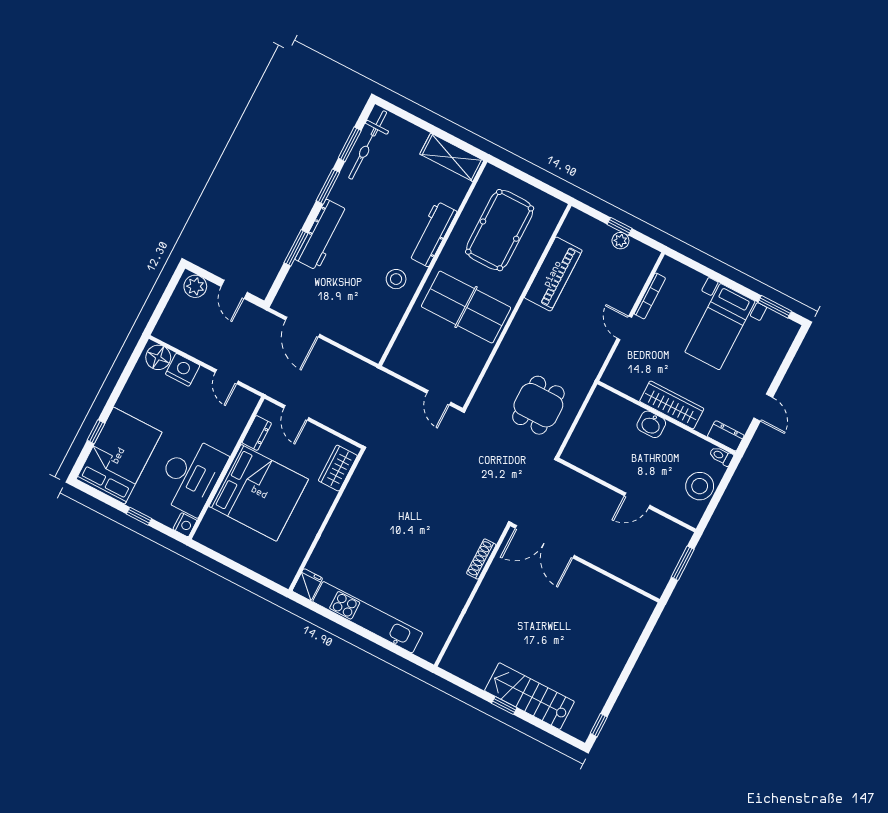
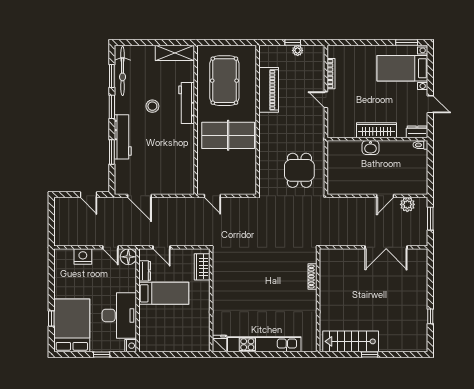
stool: (396, 279) -> (152, 106), moved
plant: (195, 286) -> (407, 204), moved
bed with nightstands: (720, 327) -> (402, 68), moved, turned 90
floor lamp: (158, 357) -> (128, 257), moved
door: (439, 398) -> (212, 196), moved
stool: (700, 486) -> (417, 169), removed
bed: (259, 493) -> (164, 293), width x0.49
double door: (545, 542) -> (386, 247), moved
stairs: (529, 696) -> (351, 341), moved
window: (599, 725) -> (430, 316), moved

